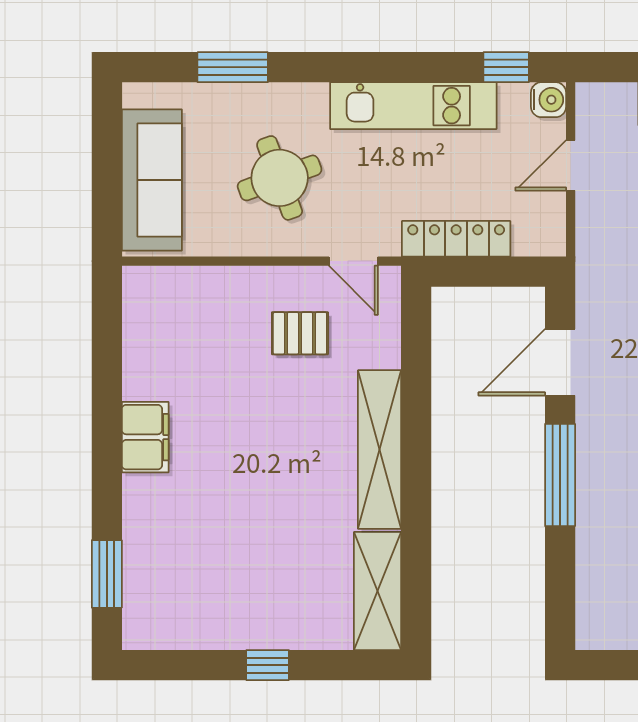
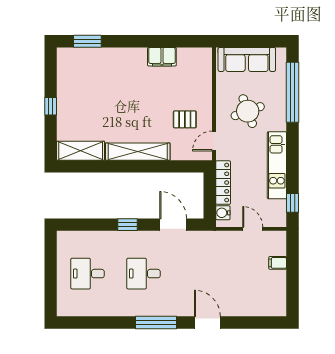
window: (233, 67) -> (292, 92), width x2.11
water cooler: (549, 100) -> (223, 213), moved, turned 90
pallet: (300, 333) -> (185, 119), turned 90
filing cabinet: (145, 437) -> (162, 57), moved
window: (560, 475) -> (127, 225), width x0.46

